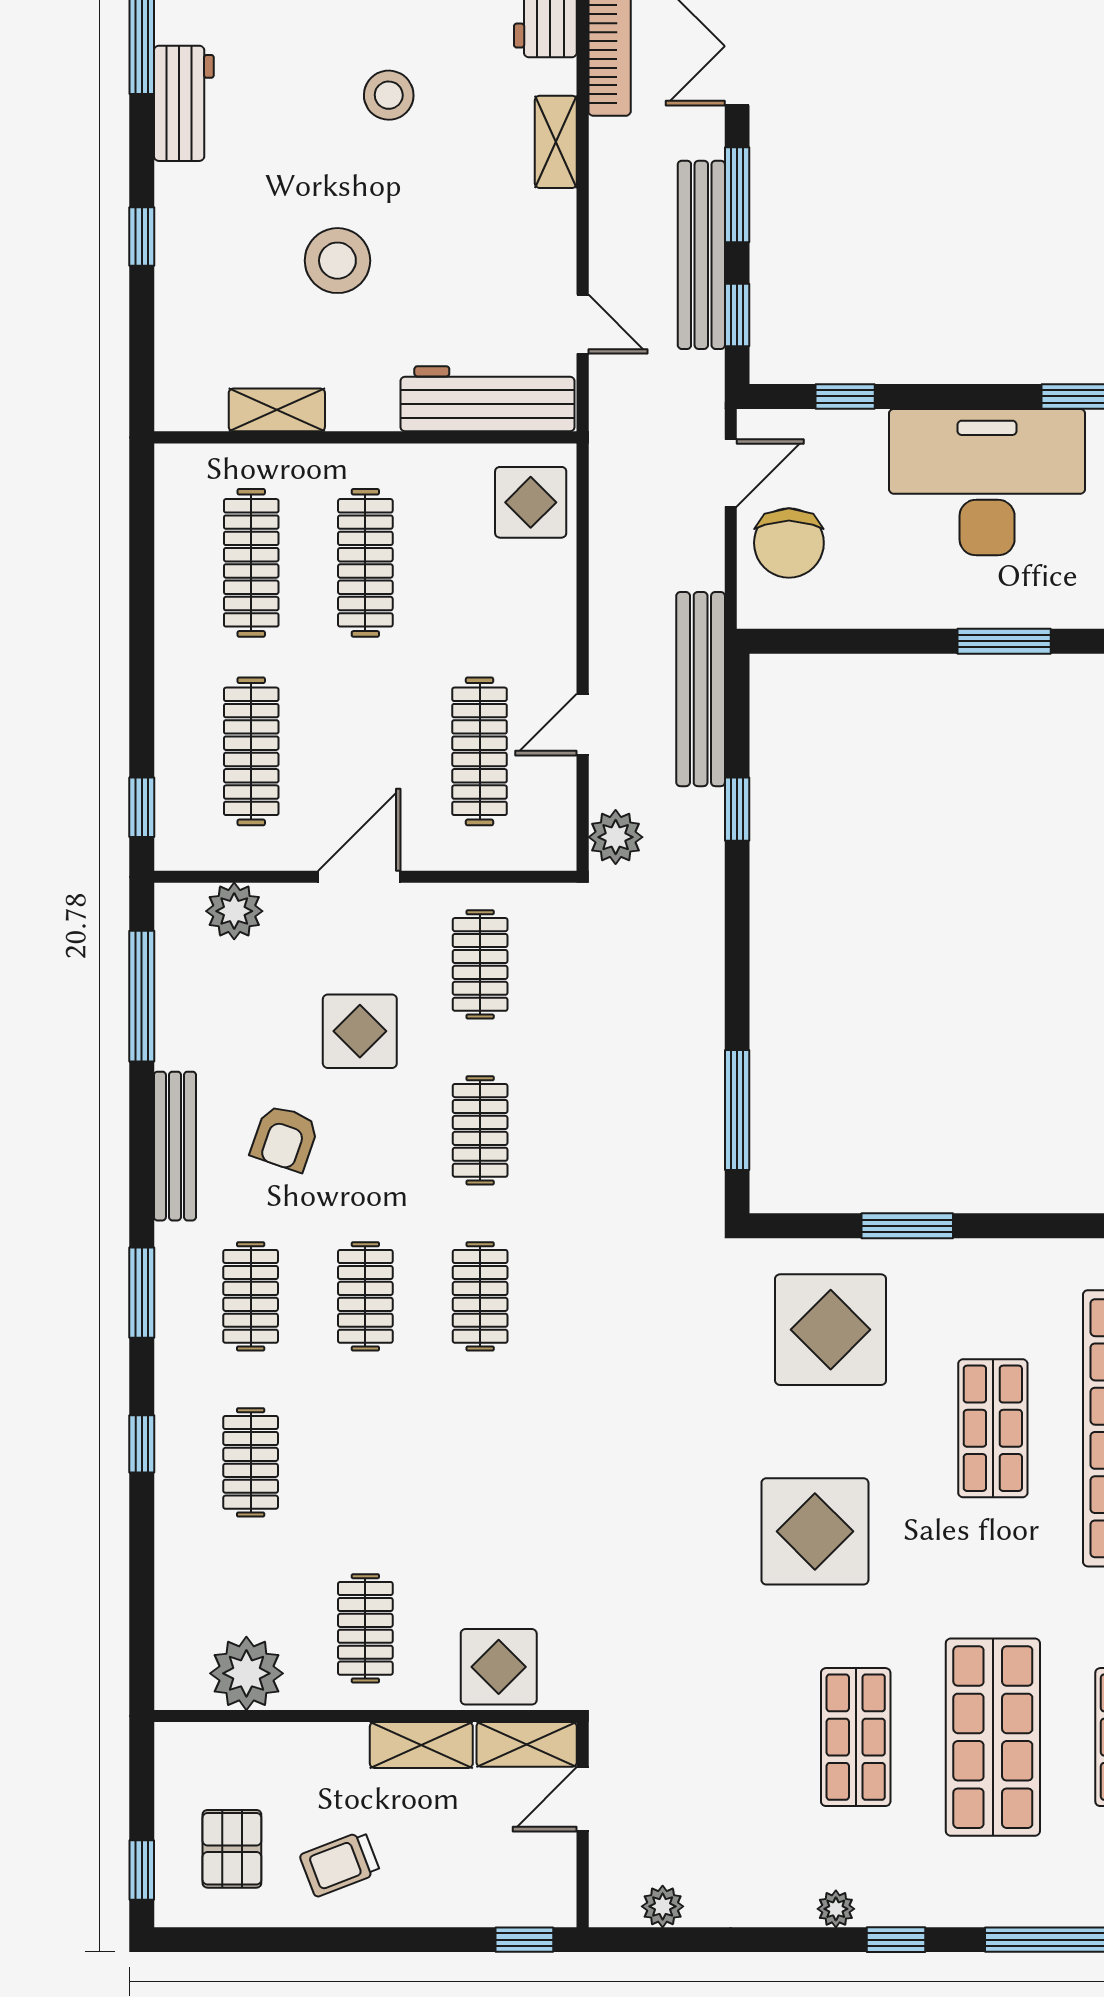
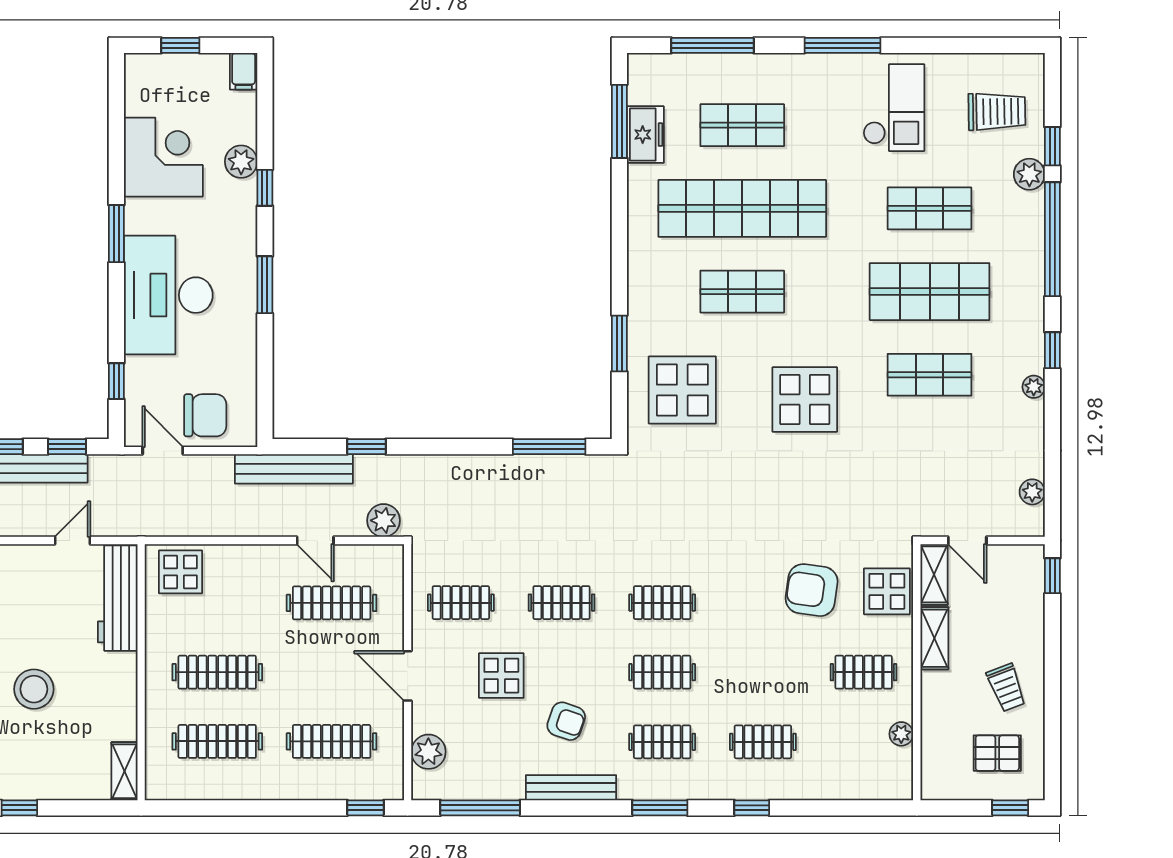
shelving: (277, 410) -> (124, 771), moved
armchair: (501, 1543) -> (812, 590), added
plant: (246, 1673) -> (901, 734), width x0.53, depth x0.53

